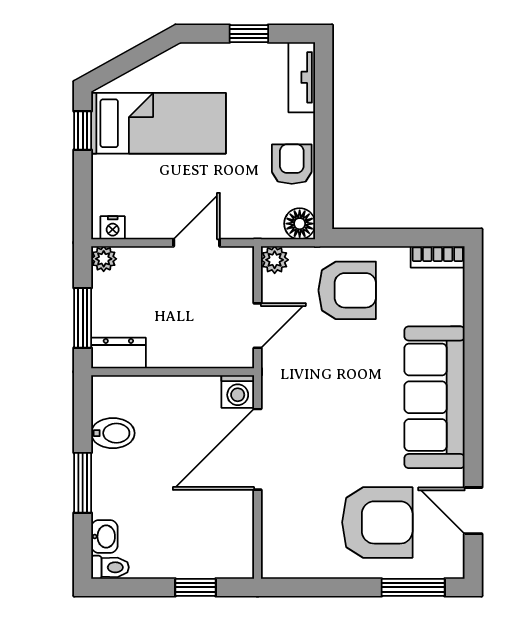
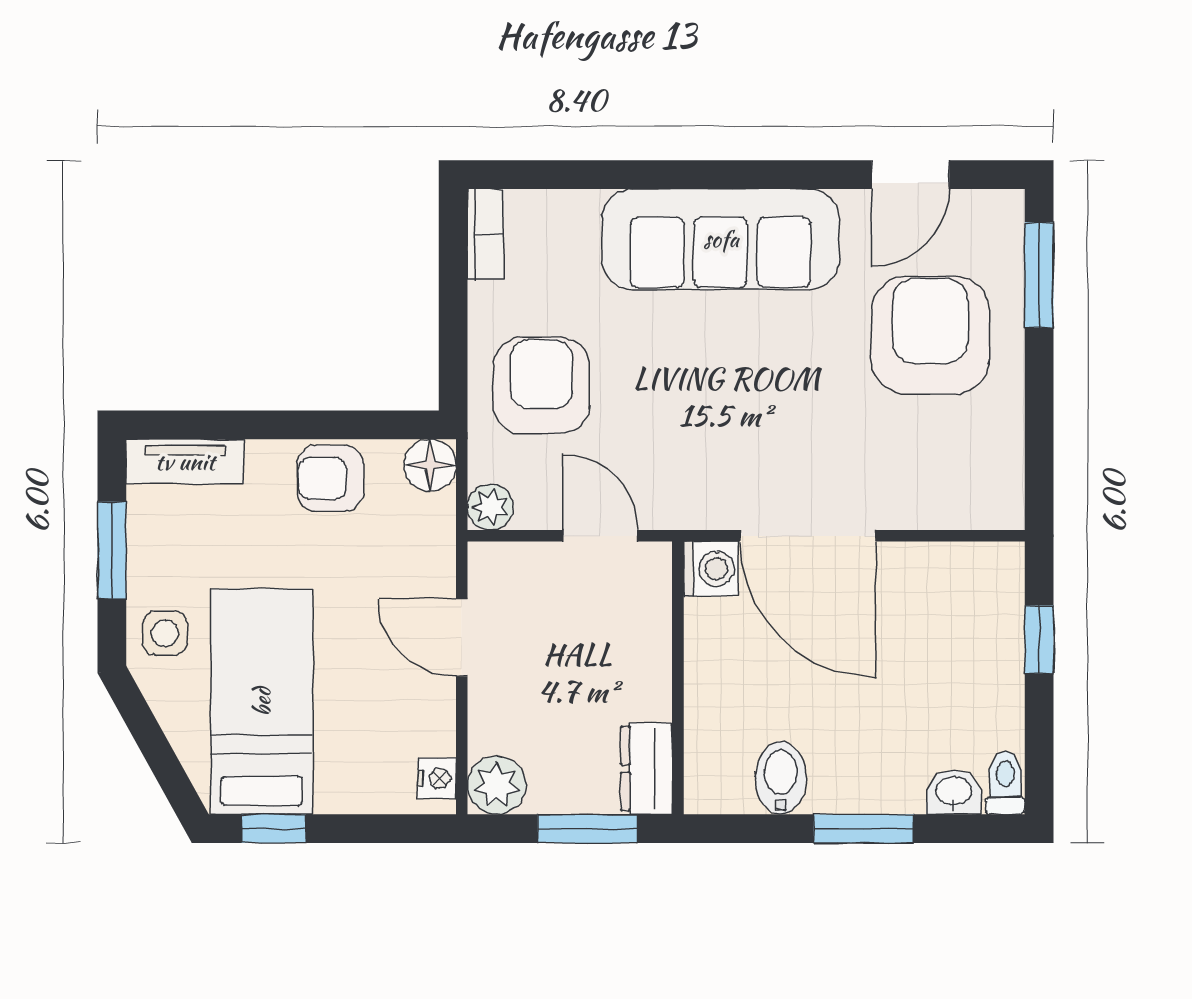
window: (249, 34) -> (112, 550), width x1.50
side table: (199, 65) -> (165, 633), added
plant: (104, 259) -> (497, 785), width x1.38, depth x1.38

